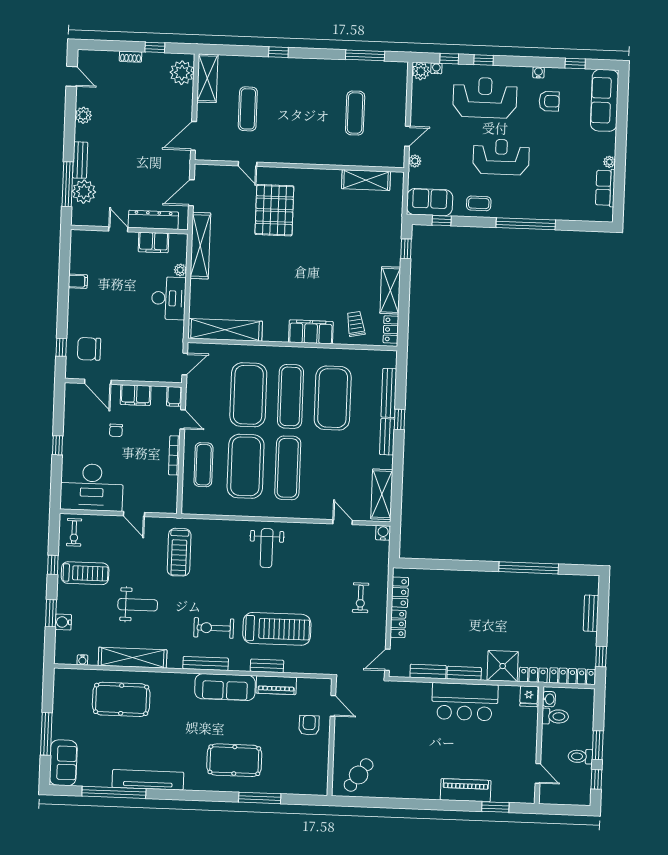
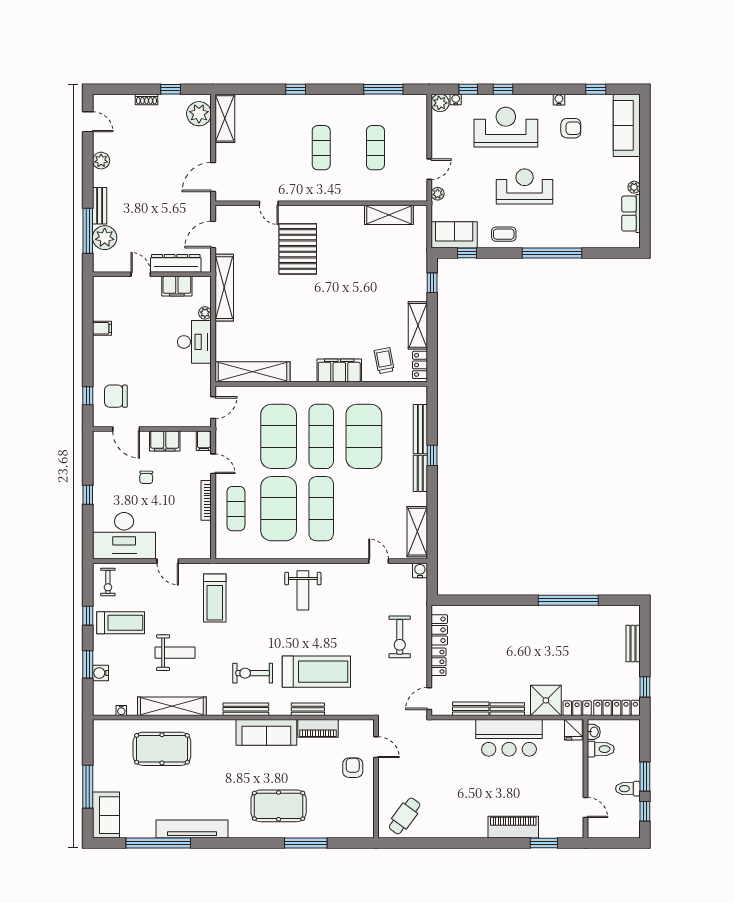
exercise mat: (248, 109) -> (321, 148), moved
exercise bike: (361, 598) -> (400, 637), width x1.38, depth x1.39

